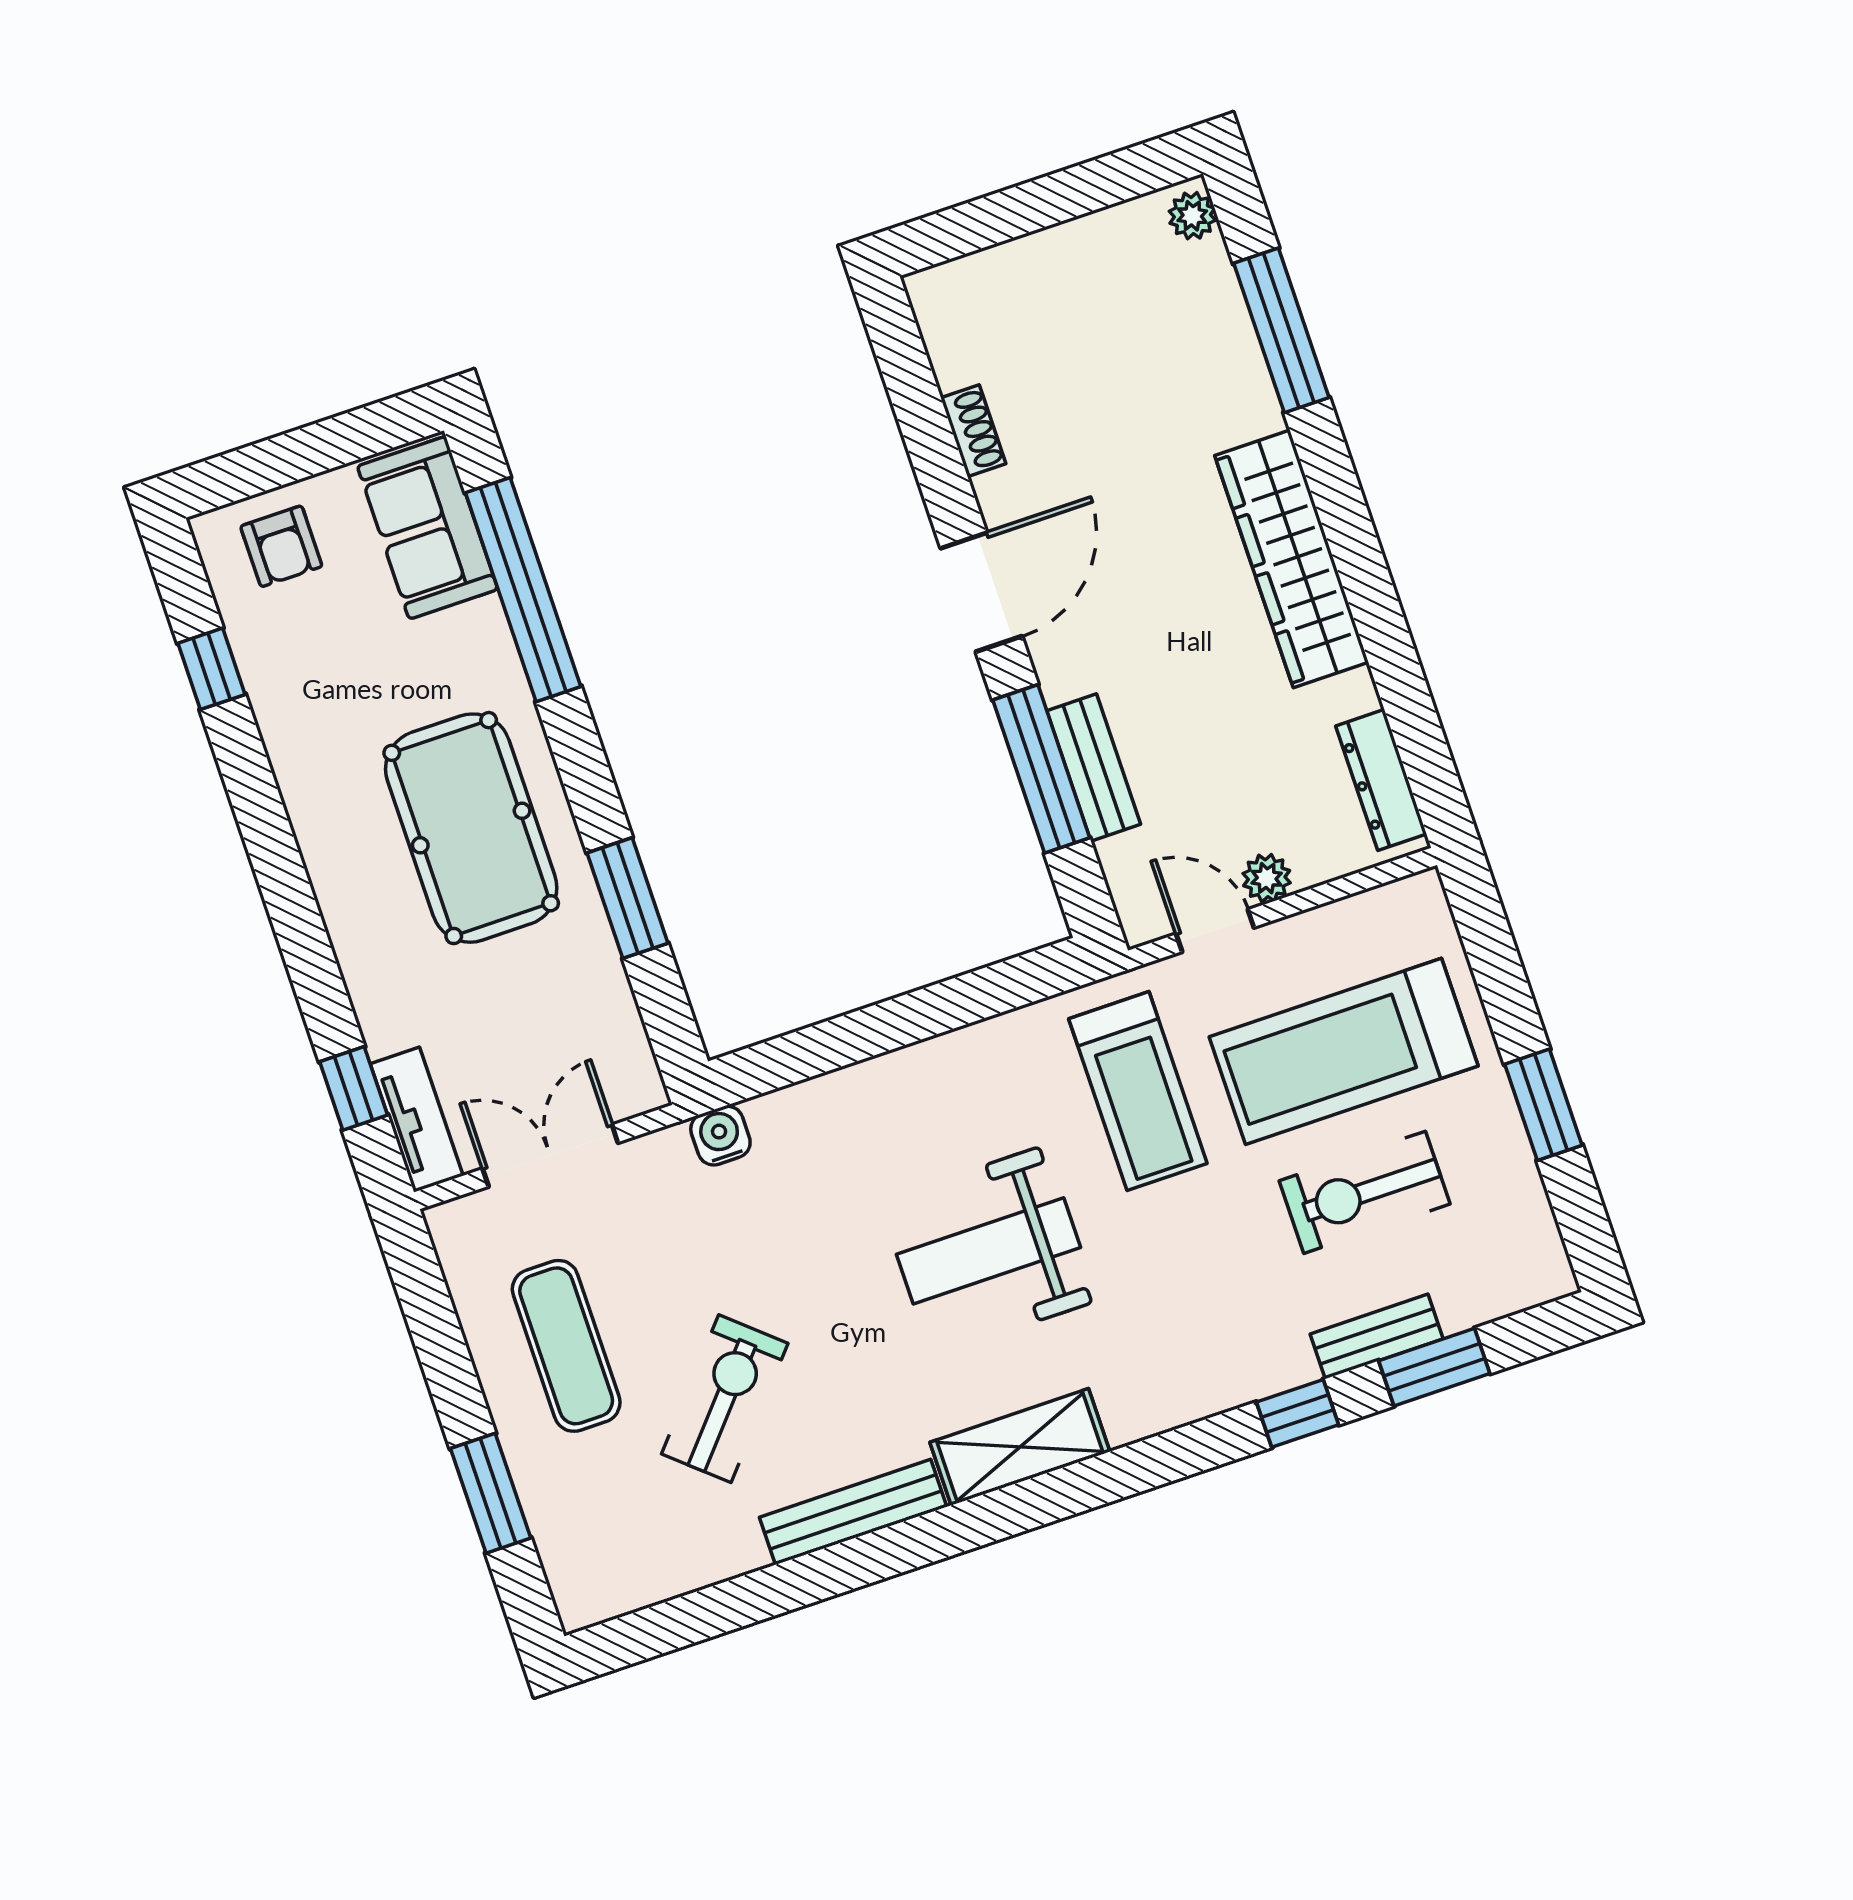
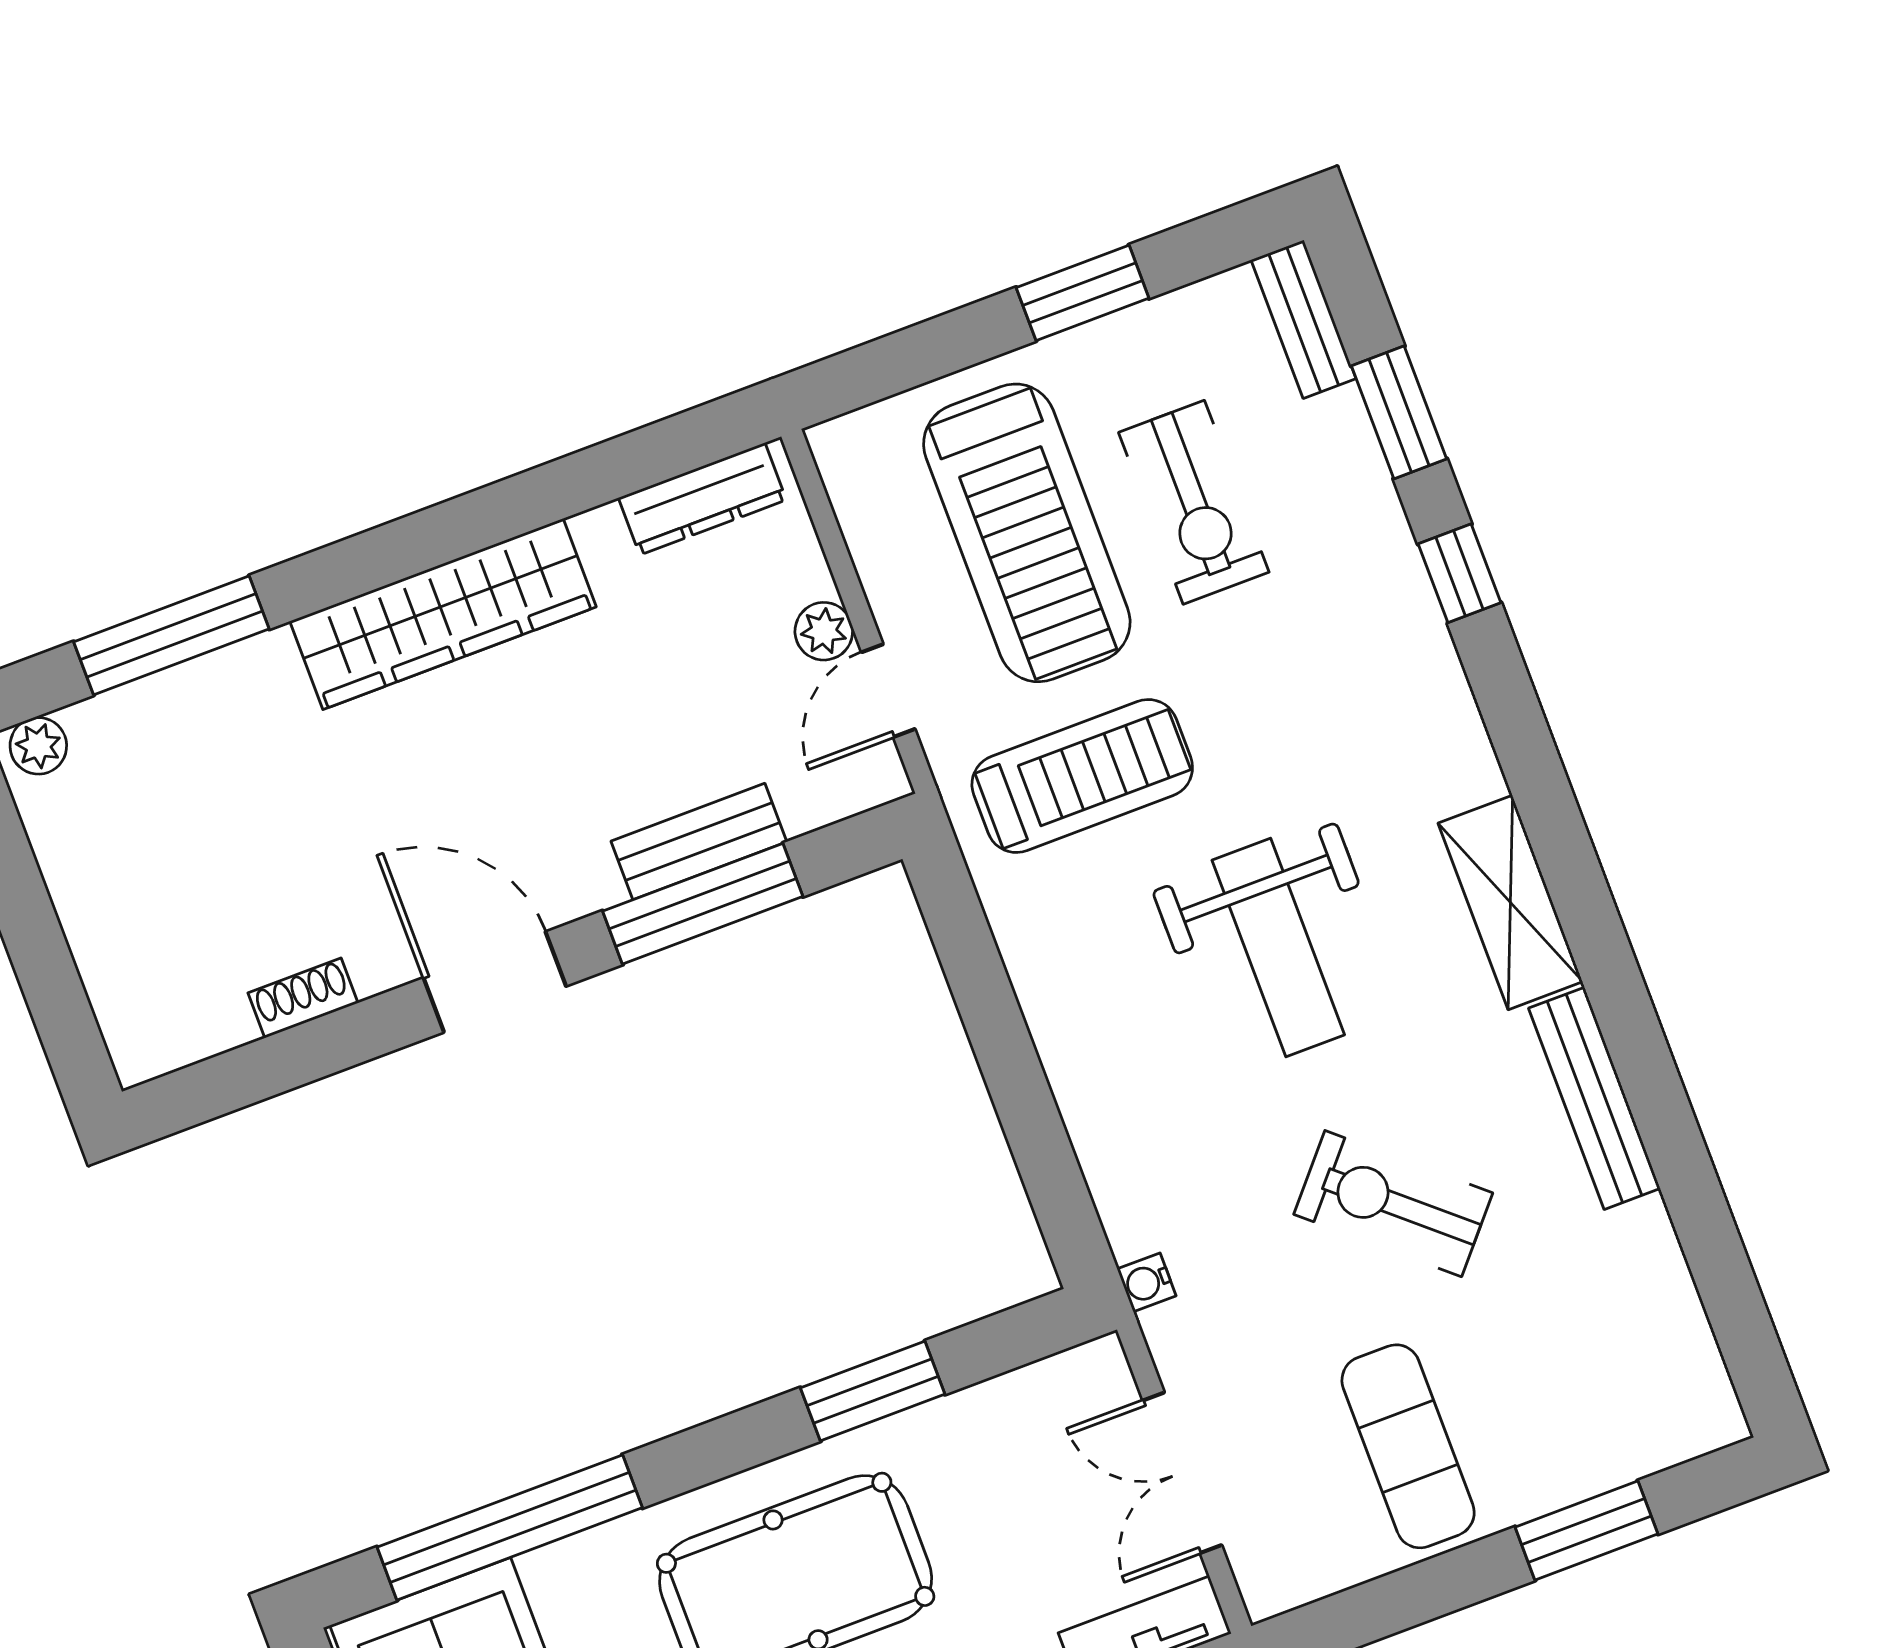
water cooler: (720, 1136) -> (1147, 1282), width x0.72, depth x0.72
bench: (1377, 1336) -> (1304, 319), moved
exercise mat: (566, 1346) -> (1408, 1446), turned 90
exercise bike: (725, 1399) -> (1393, 1204), moved

